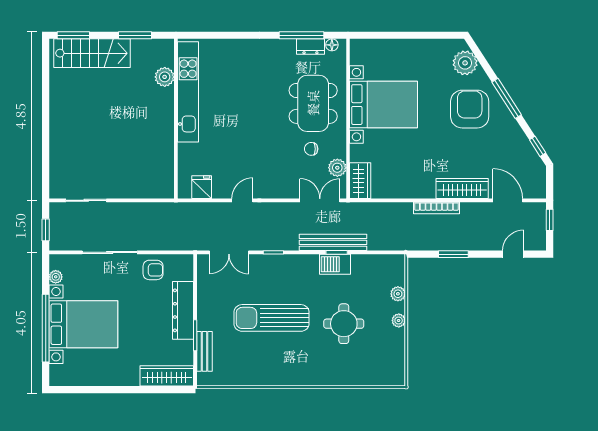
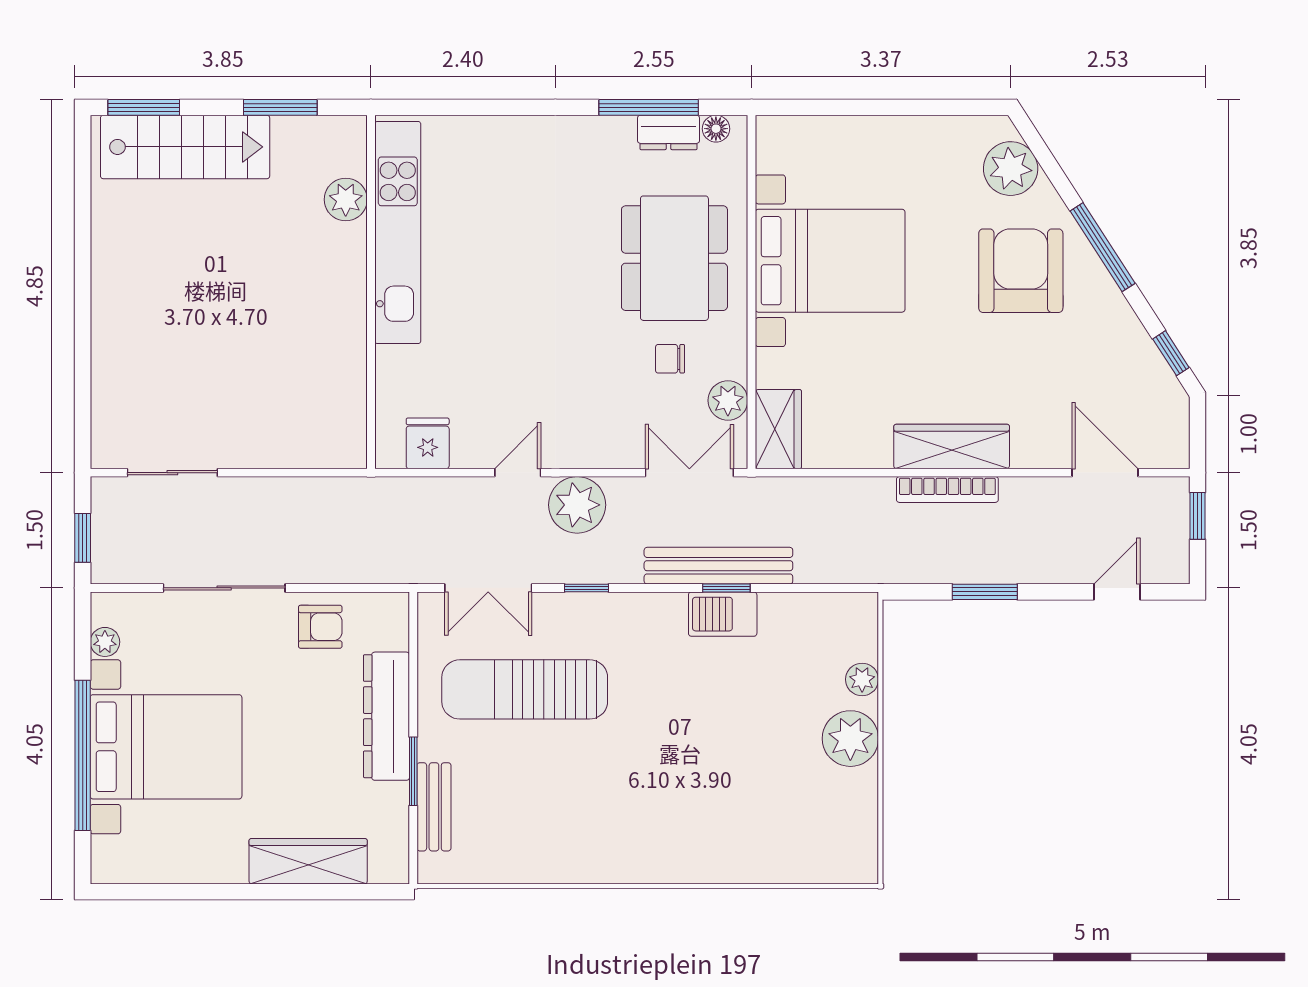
wardrobe: (462, 188) -> (952, 446), moved
plant: (269, 215) -> (577, 505), added
sun lounger: (271, 318) -> (525, 689), moved
plant: (399, 320) -> (850, 739), width x1.88, depth x1.88
round table: (344, 324) -> (742, 746), removed
wardrobe: (167, 376) -> (308, 861), moved

